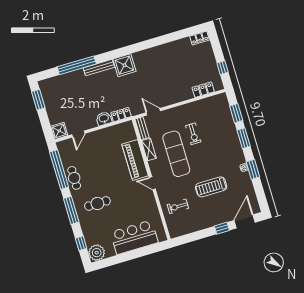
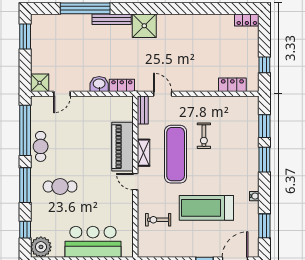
shelving: (149, 150) -> (143, 153), moved
window: (253, 169) -> (264, 226), moved
treadmill: (211, 187) -> (206, 208), width x1.37, depth x1.38

